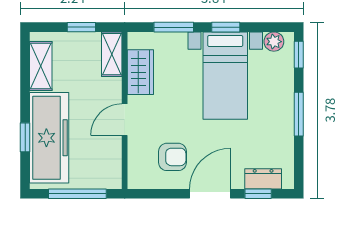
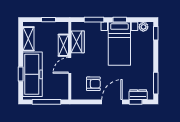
shelving: (112, 54) -> (63, 45), moved
window: (299, 114) -> (156, 83), moved

